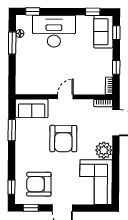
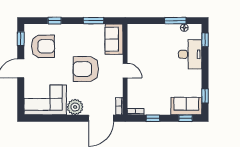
desk: (54, 31) -> (190, 54), width x0.73, depth x0.77
armchair: (39, 184) -> (43, 46), turned 90
window: (11, 187) -> (55, 21), moved

